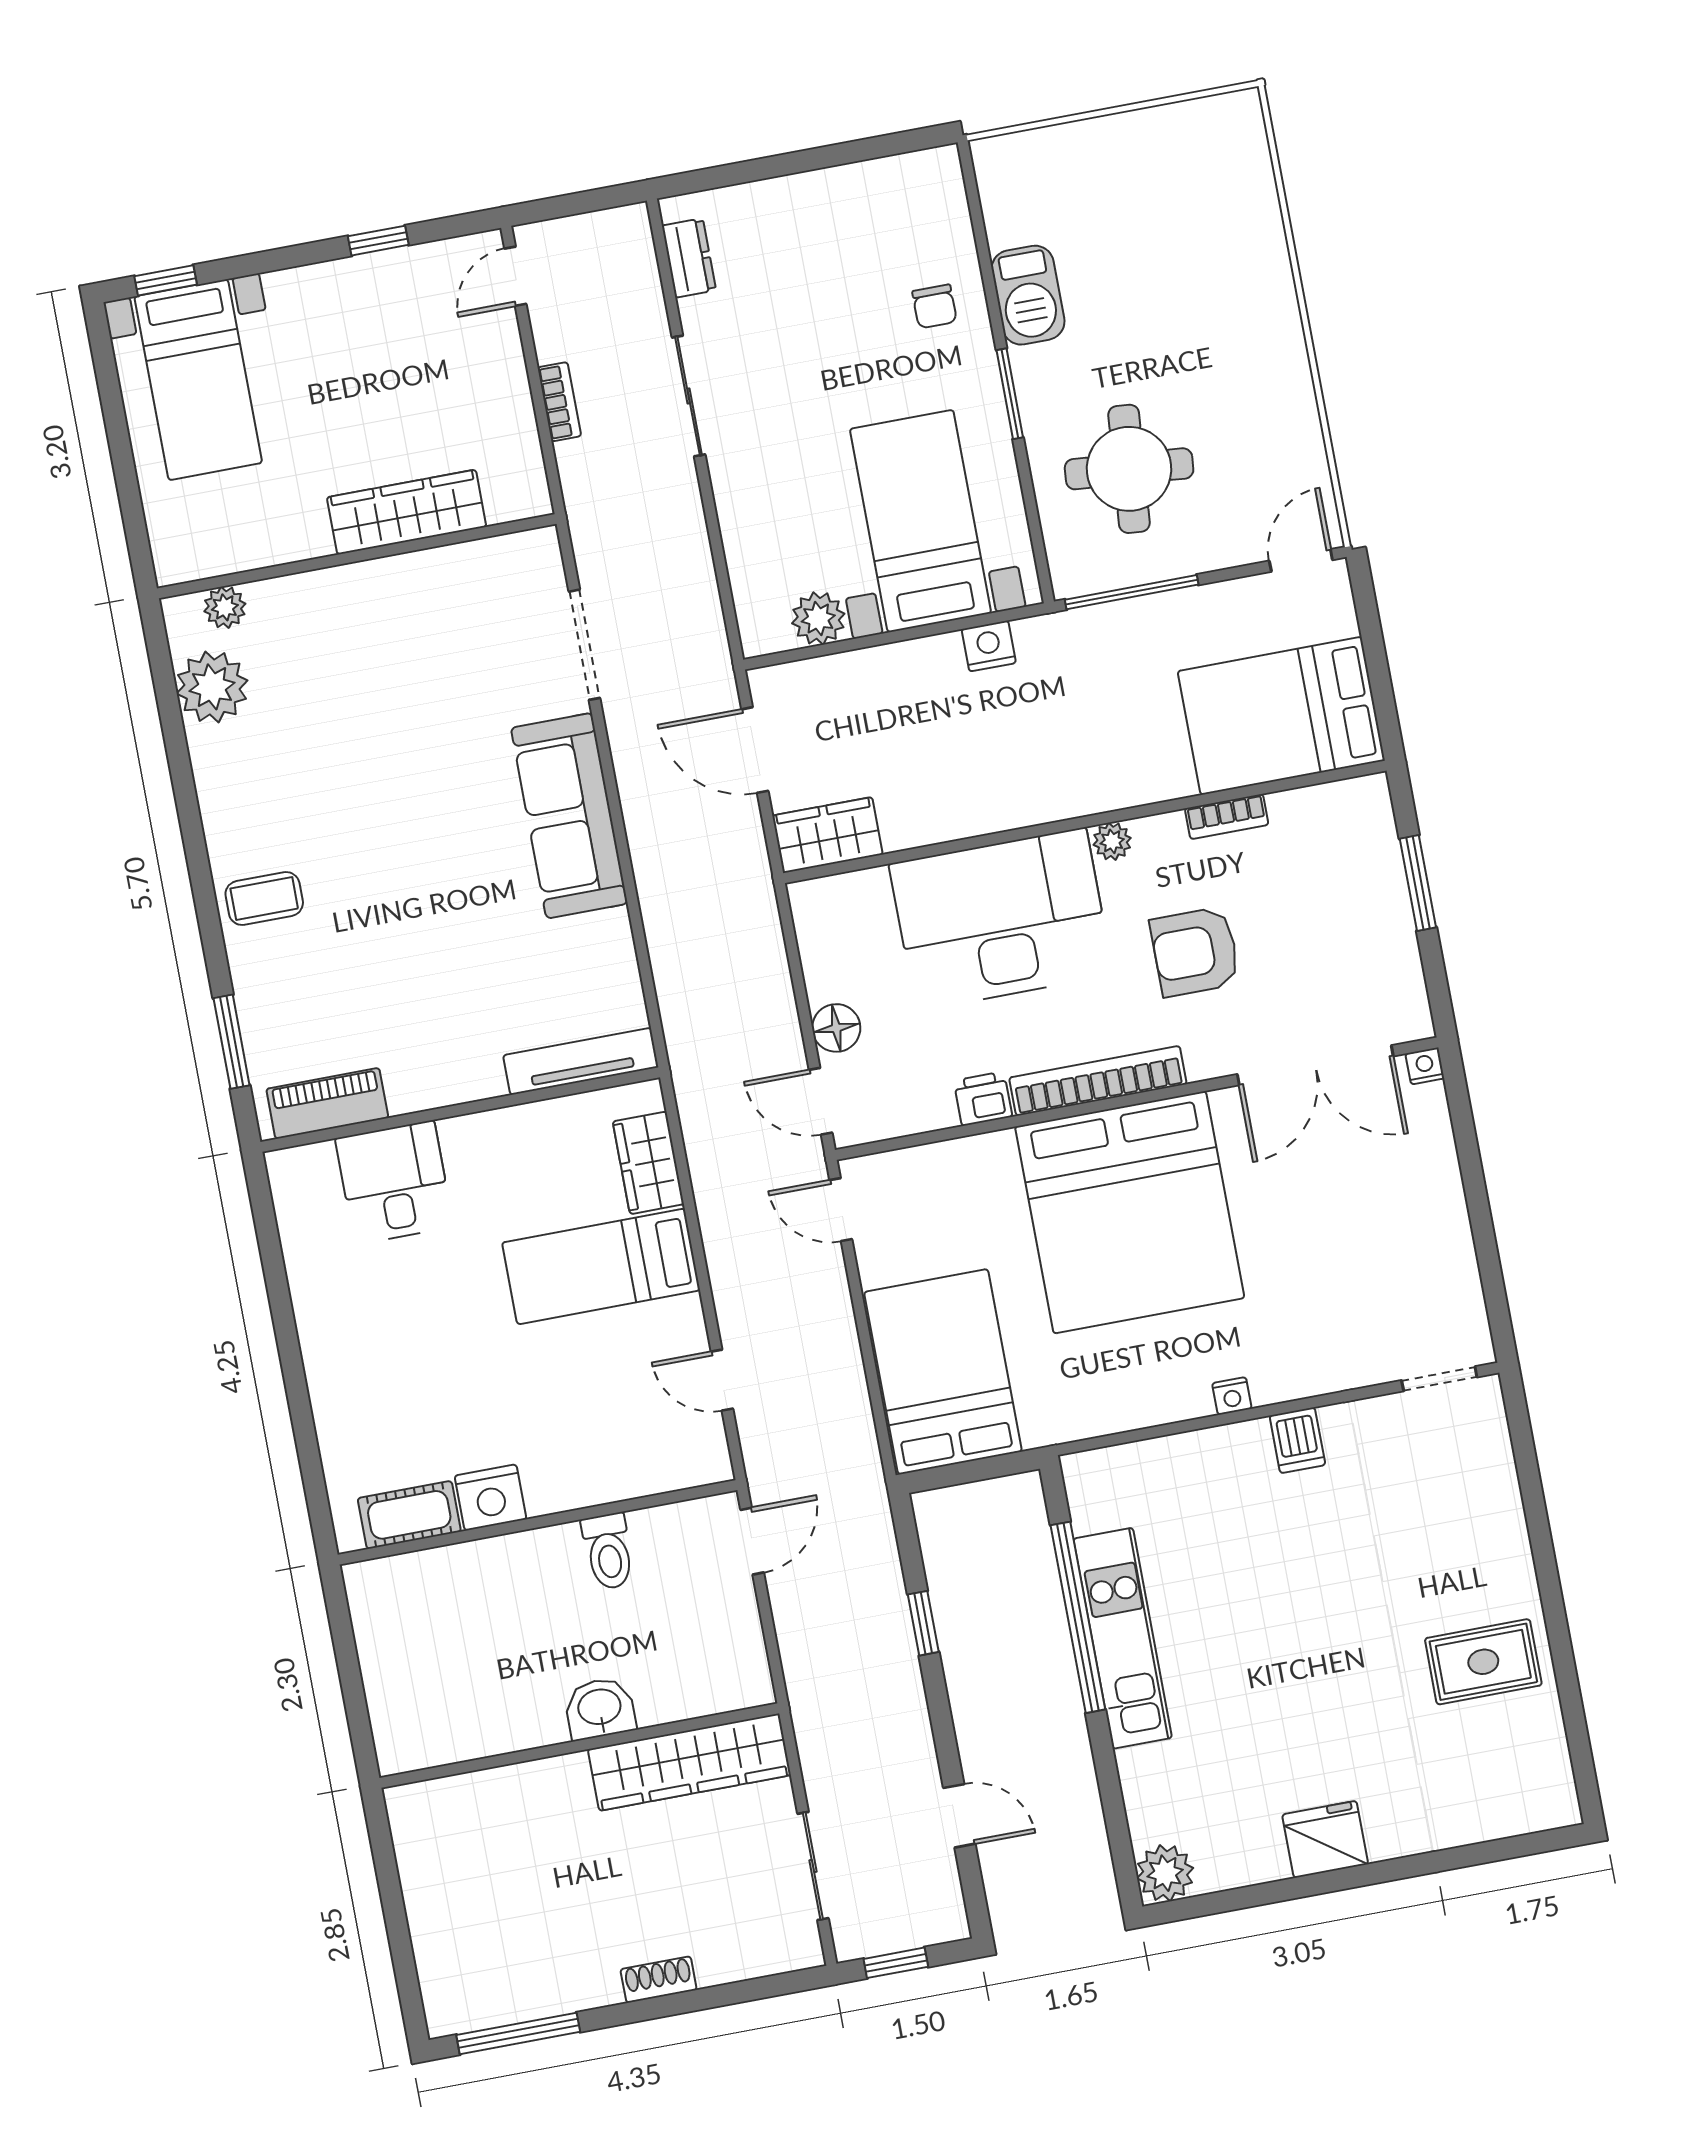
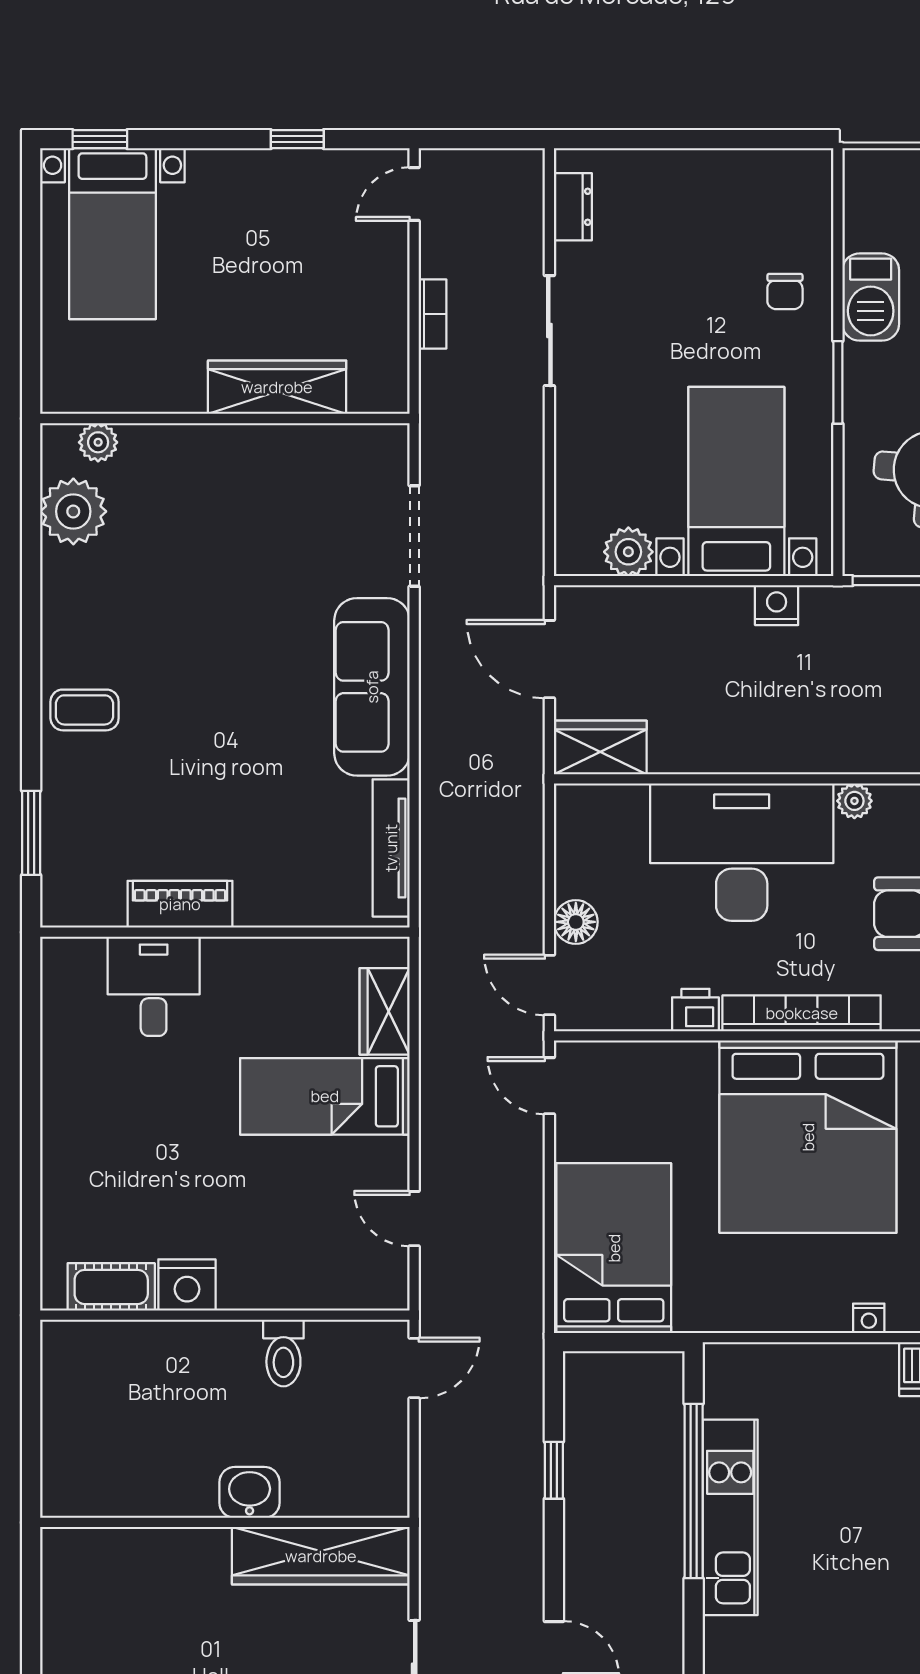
tv unit: (581, 1061) -> (391, 848), moved, turned -90
piano: (327, 1103) -> (180, 904), moved

